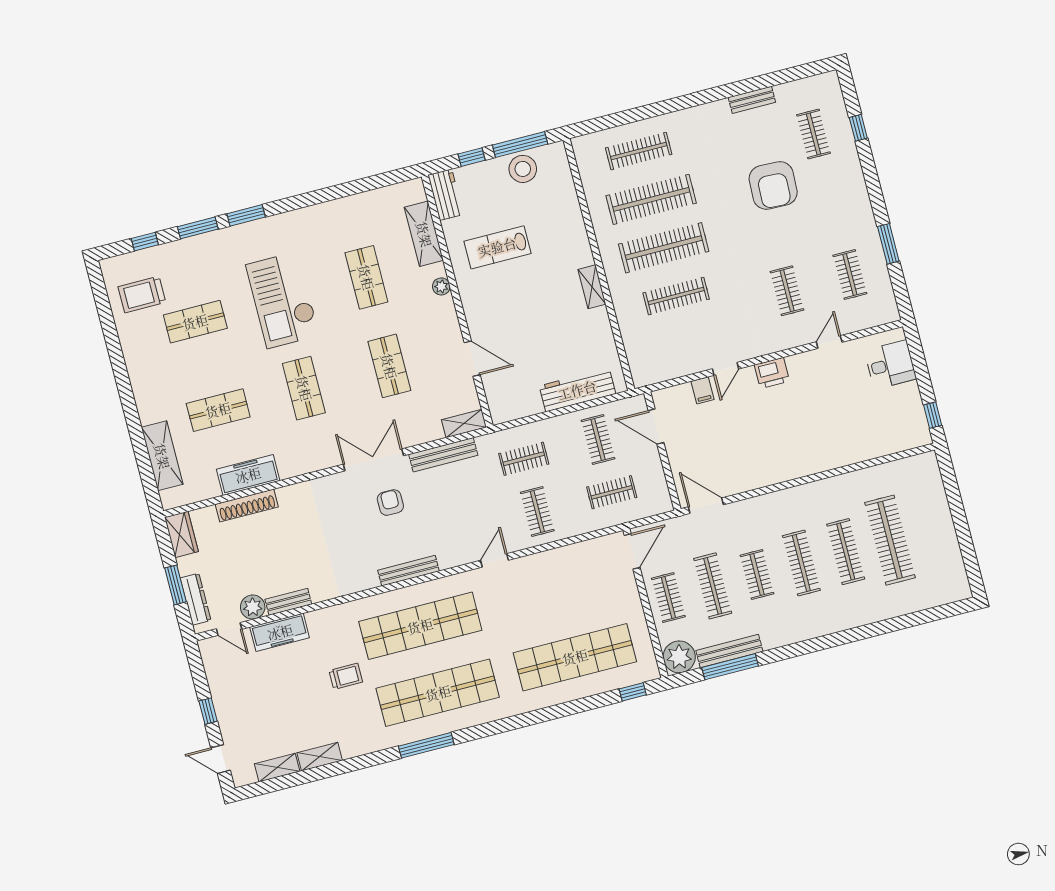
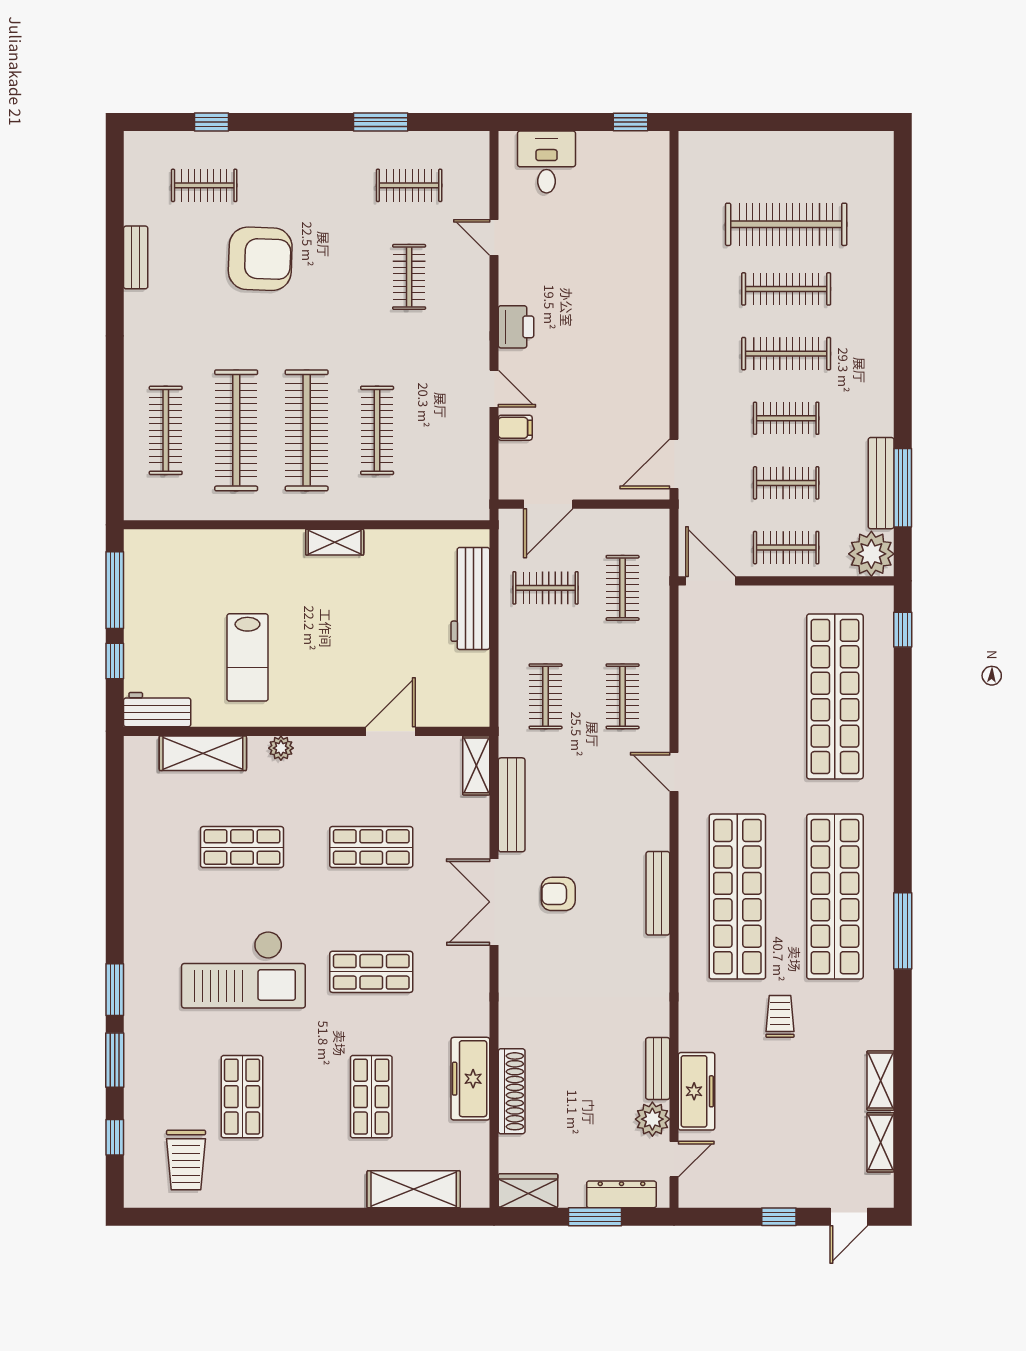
stool: (523, 169) -> (149, 595), removed
clothes rail: (787, 291) -> (409, 277), turned 90
clothes rail: (537, 512) -> (623, 696), turned 90
clothes rail: (713, 586) -> (786, 483), width x0.73

